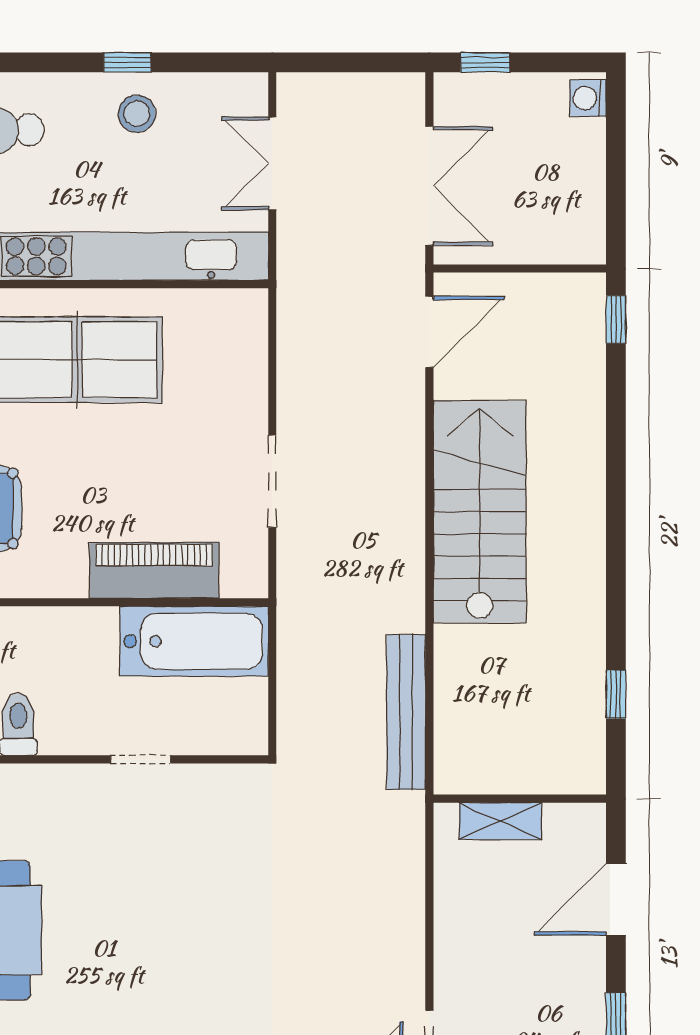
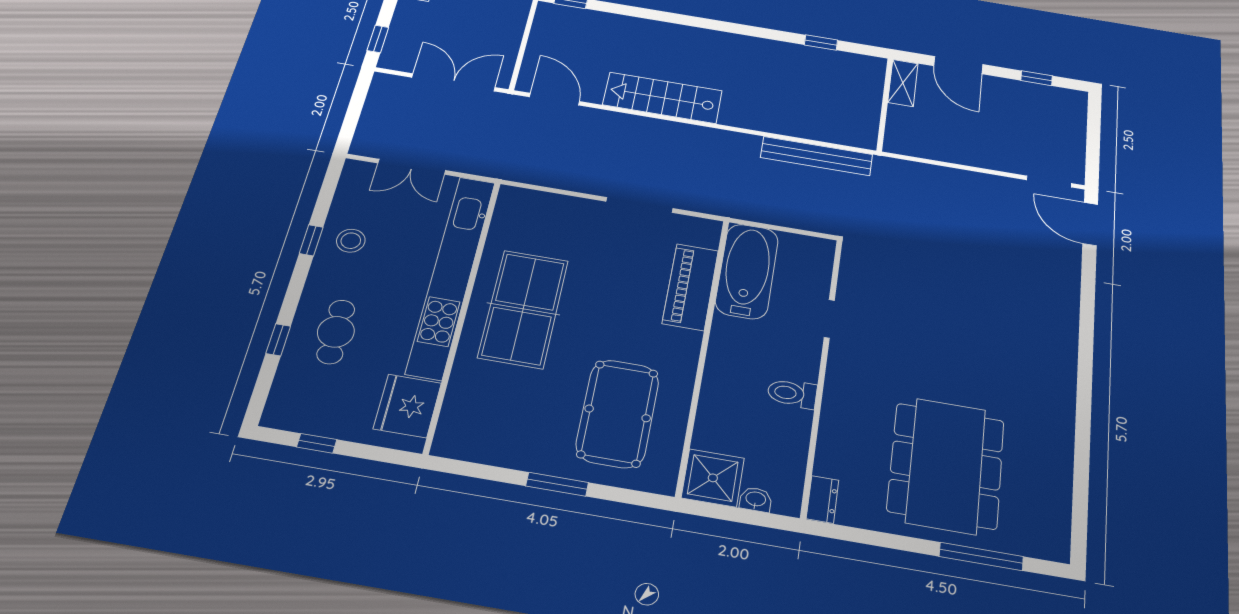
stairs: (480, 512) -> (663, 98), width x0.73, depth x0.66
shelving: (500, 821) -> (903, 83), moved

